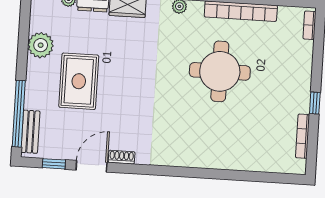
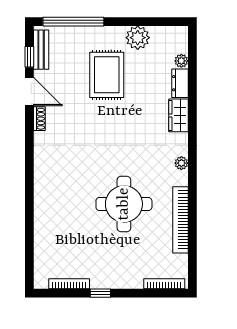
bookcase: (309, 25) -> (164, 284), width x1.56
rug: (79, 81) -> (107, 75), turned 90
bench: (30, 132) -> (41, 50), moved, turned 90

